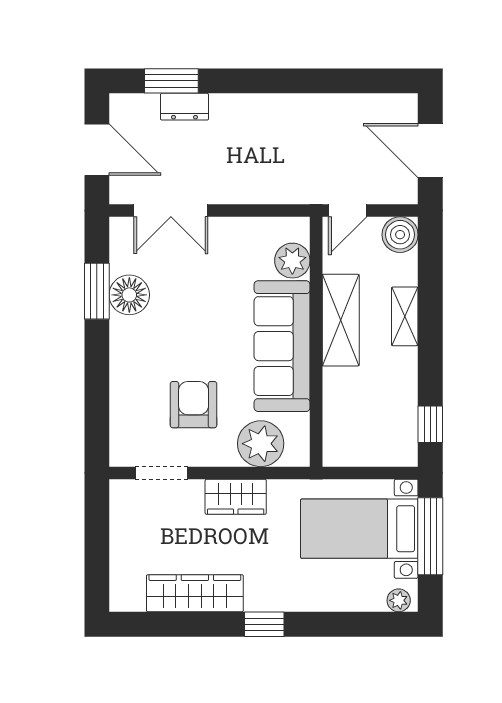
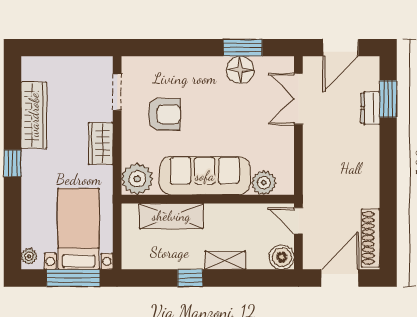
shoe rack: (372, 106) -> (371, 238), added
shelving: (341, 320) -> (171, 216), moved
window: (430, 424) -> (190, 278), moved
plant: (261, 444) -> (137, 179), moved

